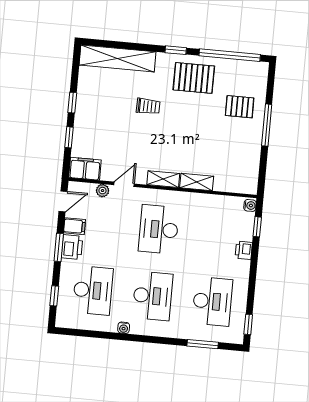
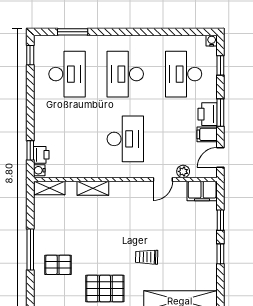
shelving: (163, 179) -> (49, 188), moved
printer: (244, 250) -> (41, 155), moved
desk: (212, 301) -> (67, 74), turned 180
water cooler: (124, 328) -> (212, 41), moved

